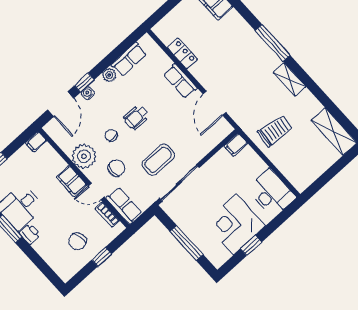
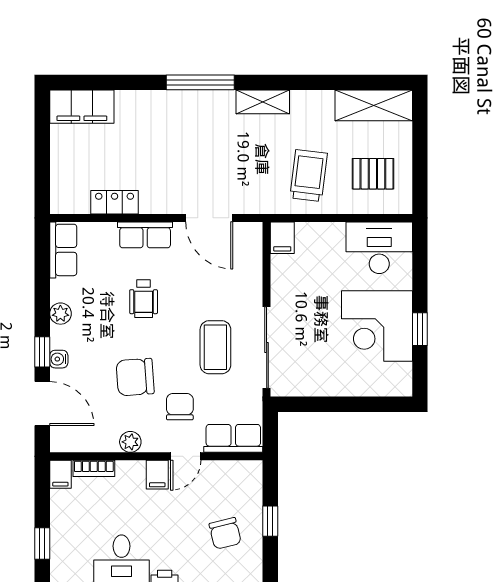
row of seats: (129, 59) -> (63, 250), moved
wheelchair: (136, 117) -> (144, 299), moved
chair: (111, 135) -> (135, 377), width x1.87, depth x1.87
plant: (84, 156) -> (130, 442), width x0.53, depth x0.53
pallet: (303, 160) -> (373, 174), added
filing cabinet: (71, 181) -> (157, 475), width x0.50
bookcase: (107, 215) -> (94, 468), moved
window: (186, 243) -> (346, 404), removed

